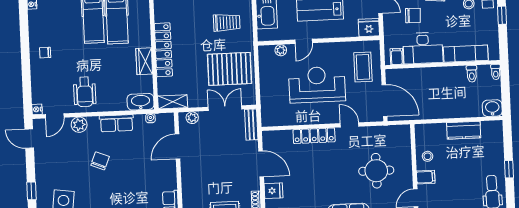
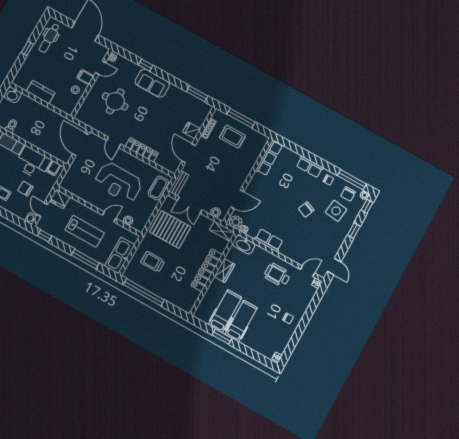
coffee table: (363, 67) -> (158, 188), moved
wheelchair: (85, 92) -> (277, 275), turned -90
plant: (79, 125) -> (236, 222), moved
chair: (100, 161) -> (306, 209), moved

